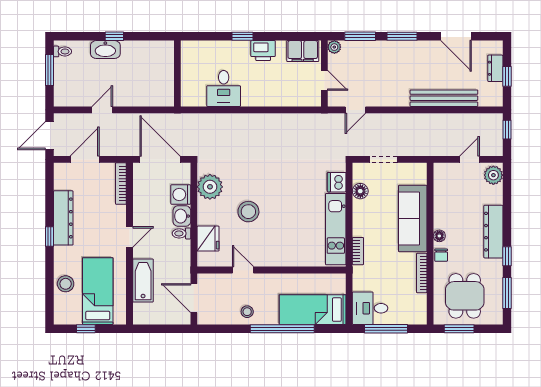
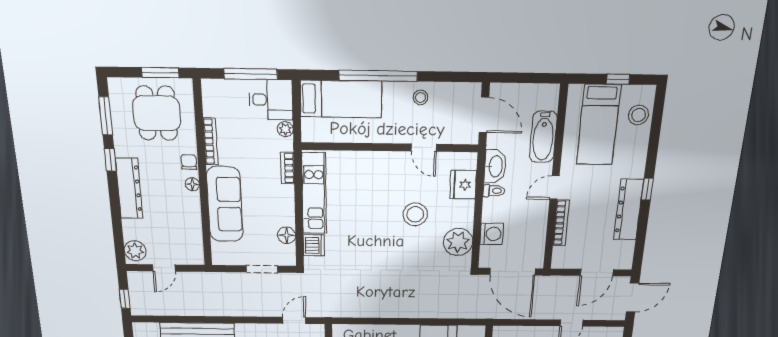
bookcase: (121, 184) -> (561, 223), moved
washbasin: (182, 216) -> (495, 166), moved, width x1.38
stool: (66, 284) -> (638, 115), moved
plant: (359, 284) -> (285, 129), added

